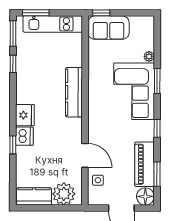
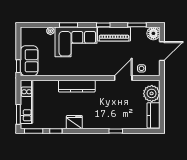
fridge: (25, 115) -> (74, 122), moved
dishwasher: (24, 136) -> (109, 123), removed
piano: (144, 164) -> (114, 34), moved

